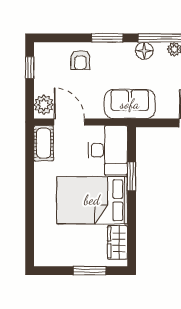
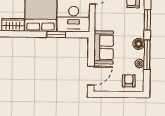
sofa: (130, 104) -> (104, 47), moved

